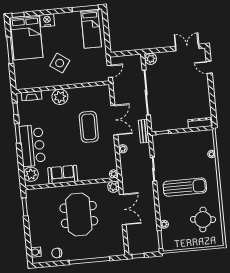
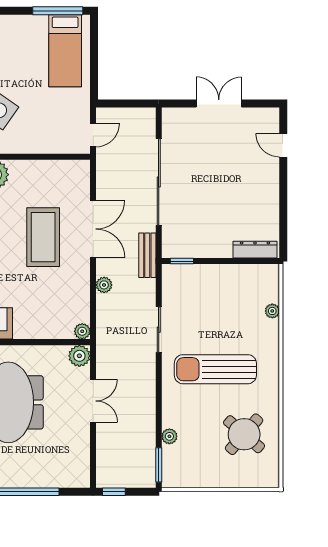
double door: (187, 47) -> (219, 104), moved
plant: (151, 59) -> (173, 118), removed
sun lounger: (185, 187) -> (215, 369), turned 180
double door: (123, 210) -> (93, 401), width x0.73
round table: (203, 219) -> (244, 434), turned 35

